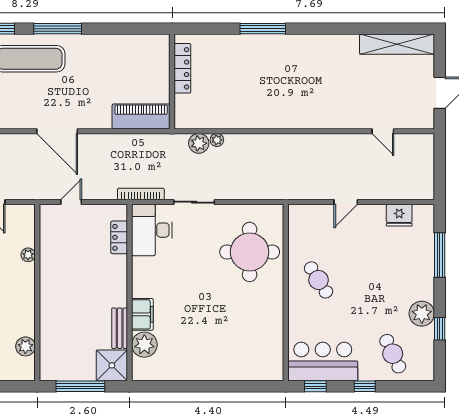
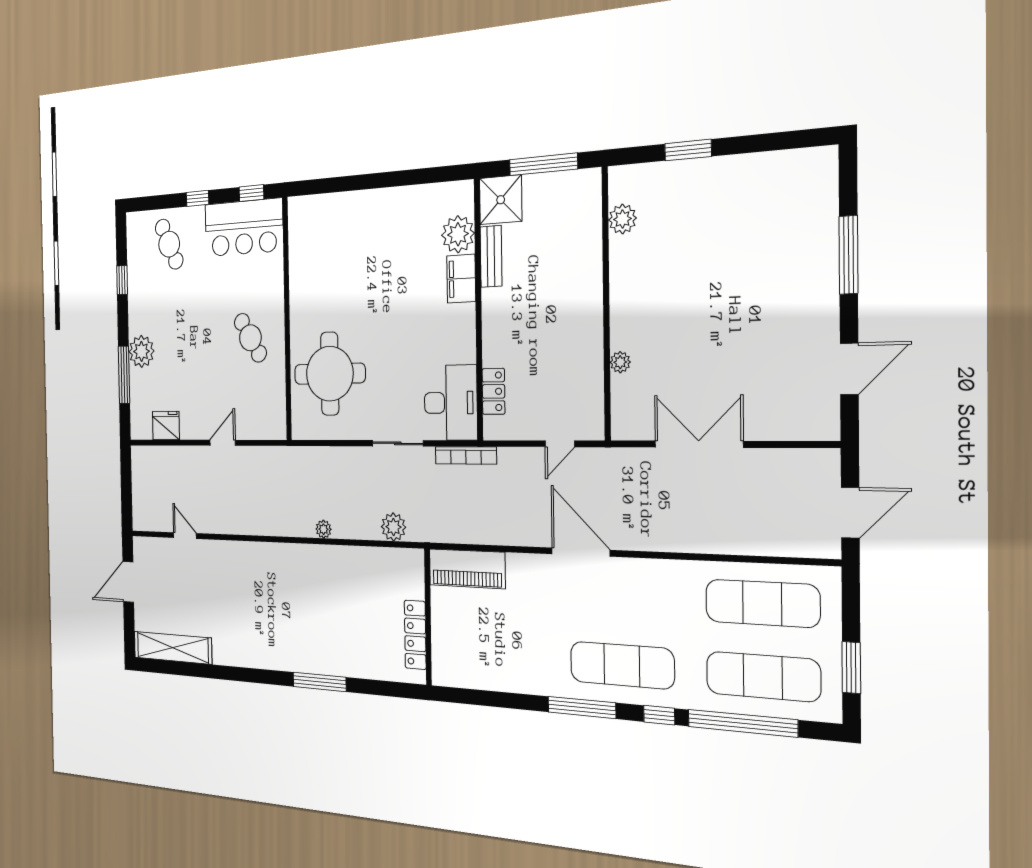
plant: (217, 140) -> (323, 529), moved
plant: (422, 314) -> (141, 351), moved

